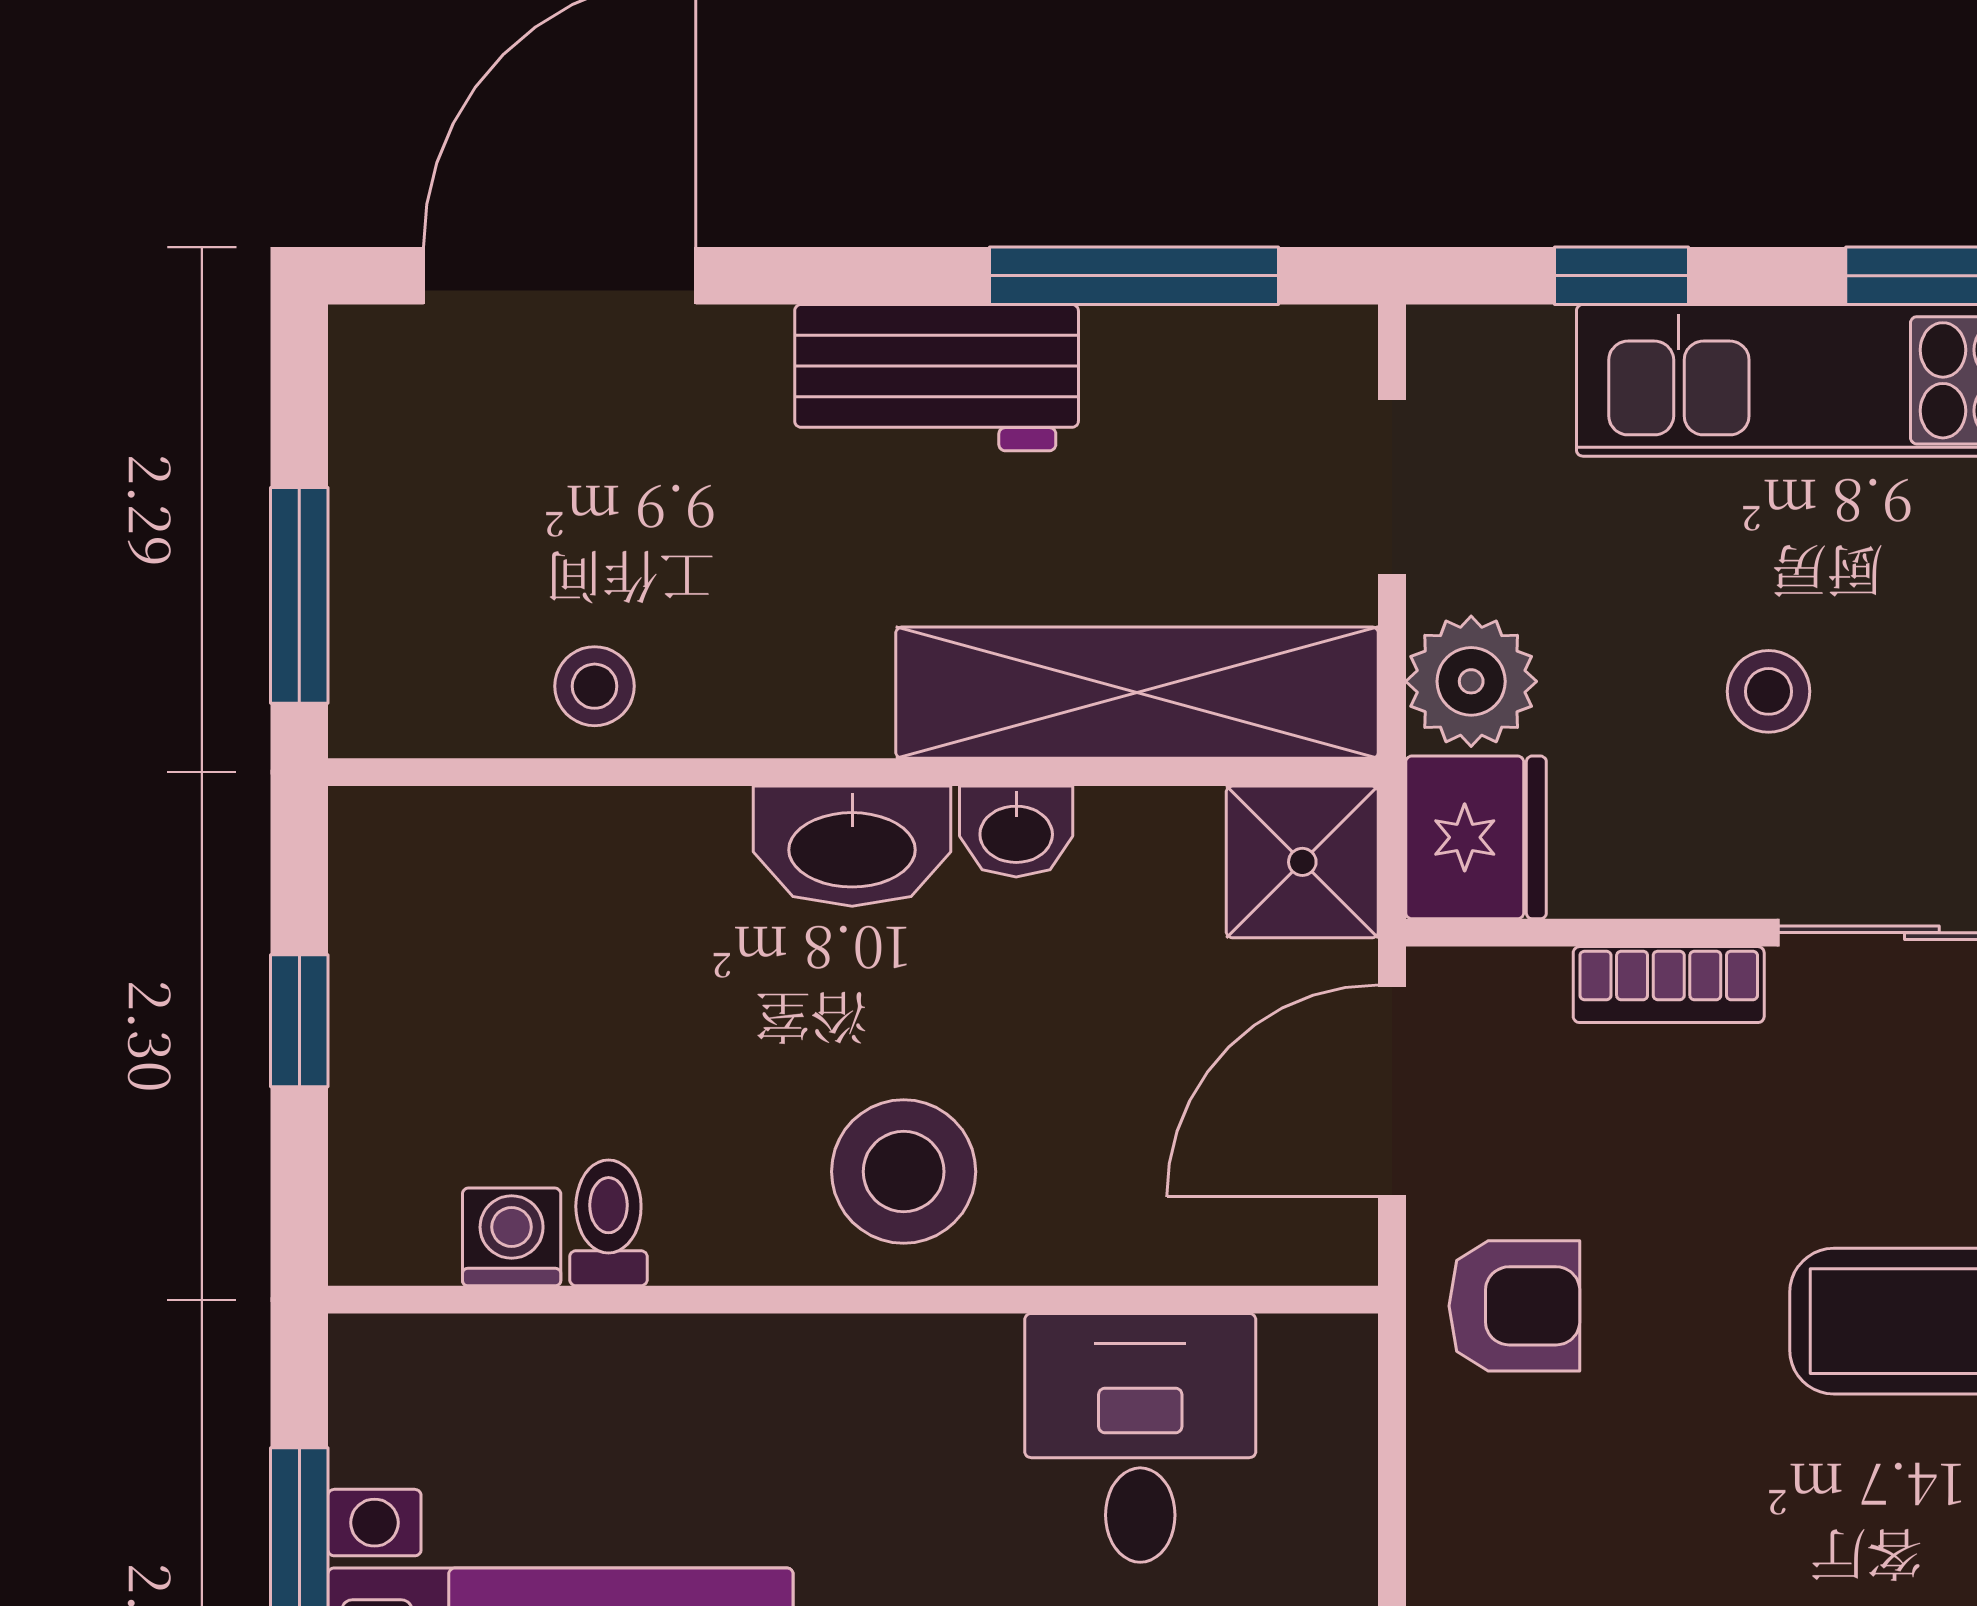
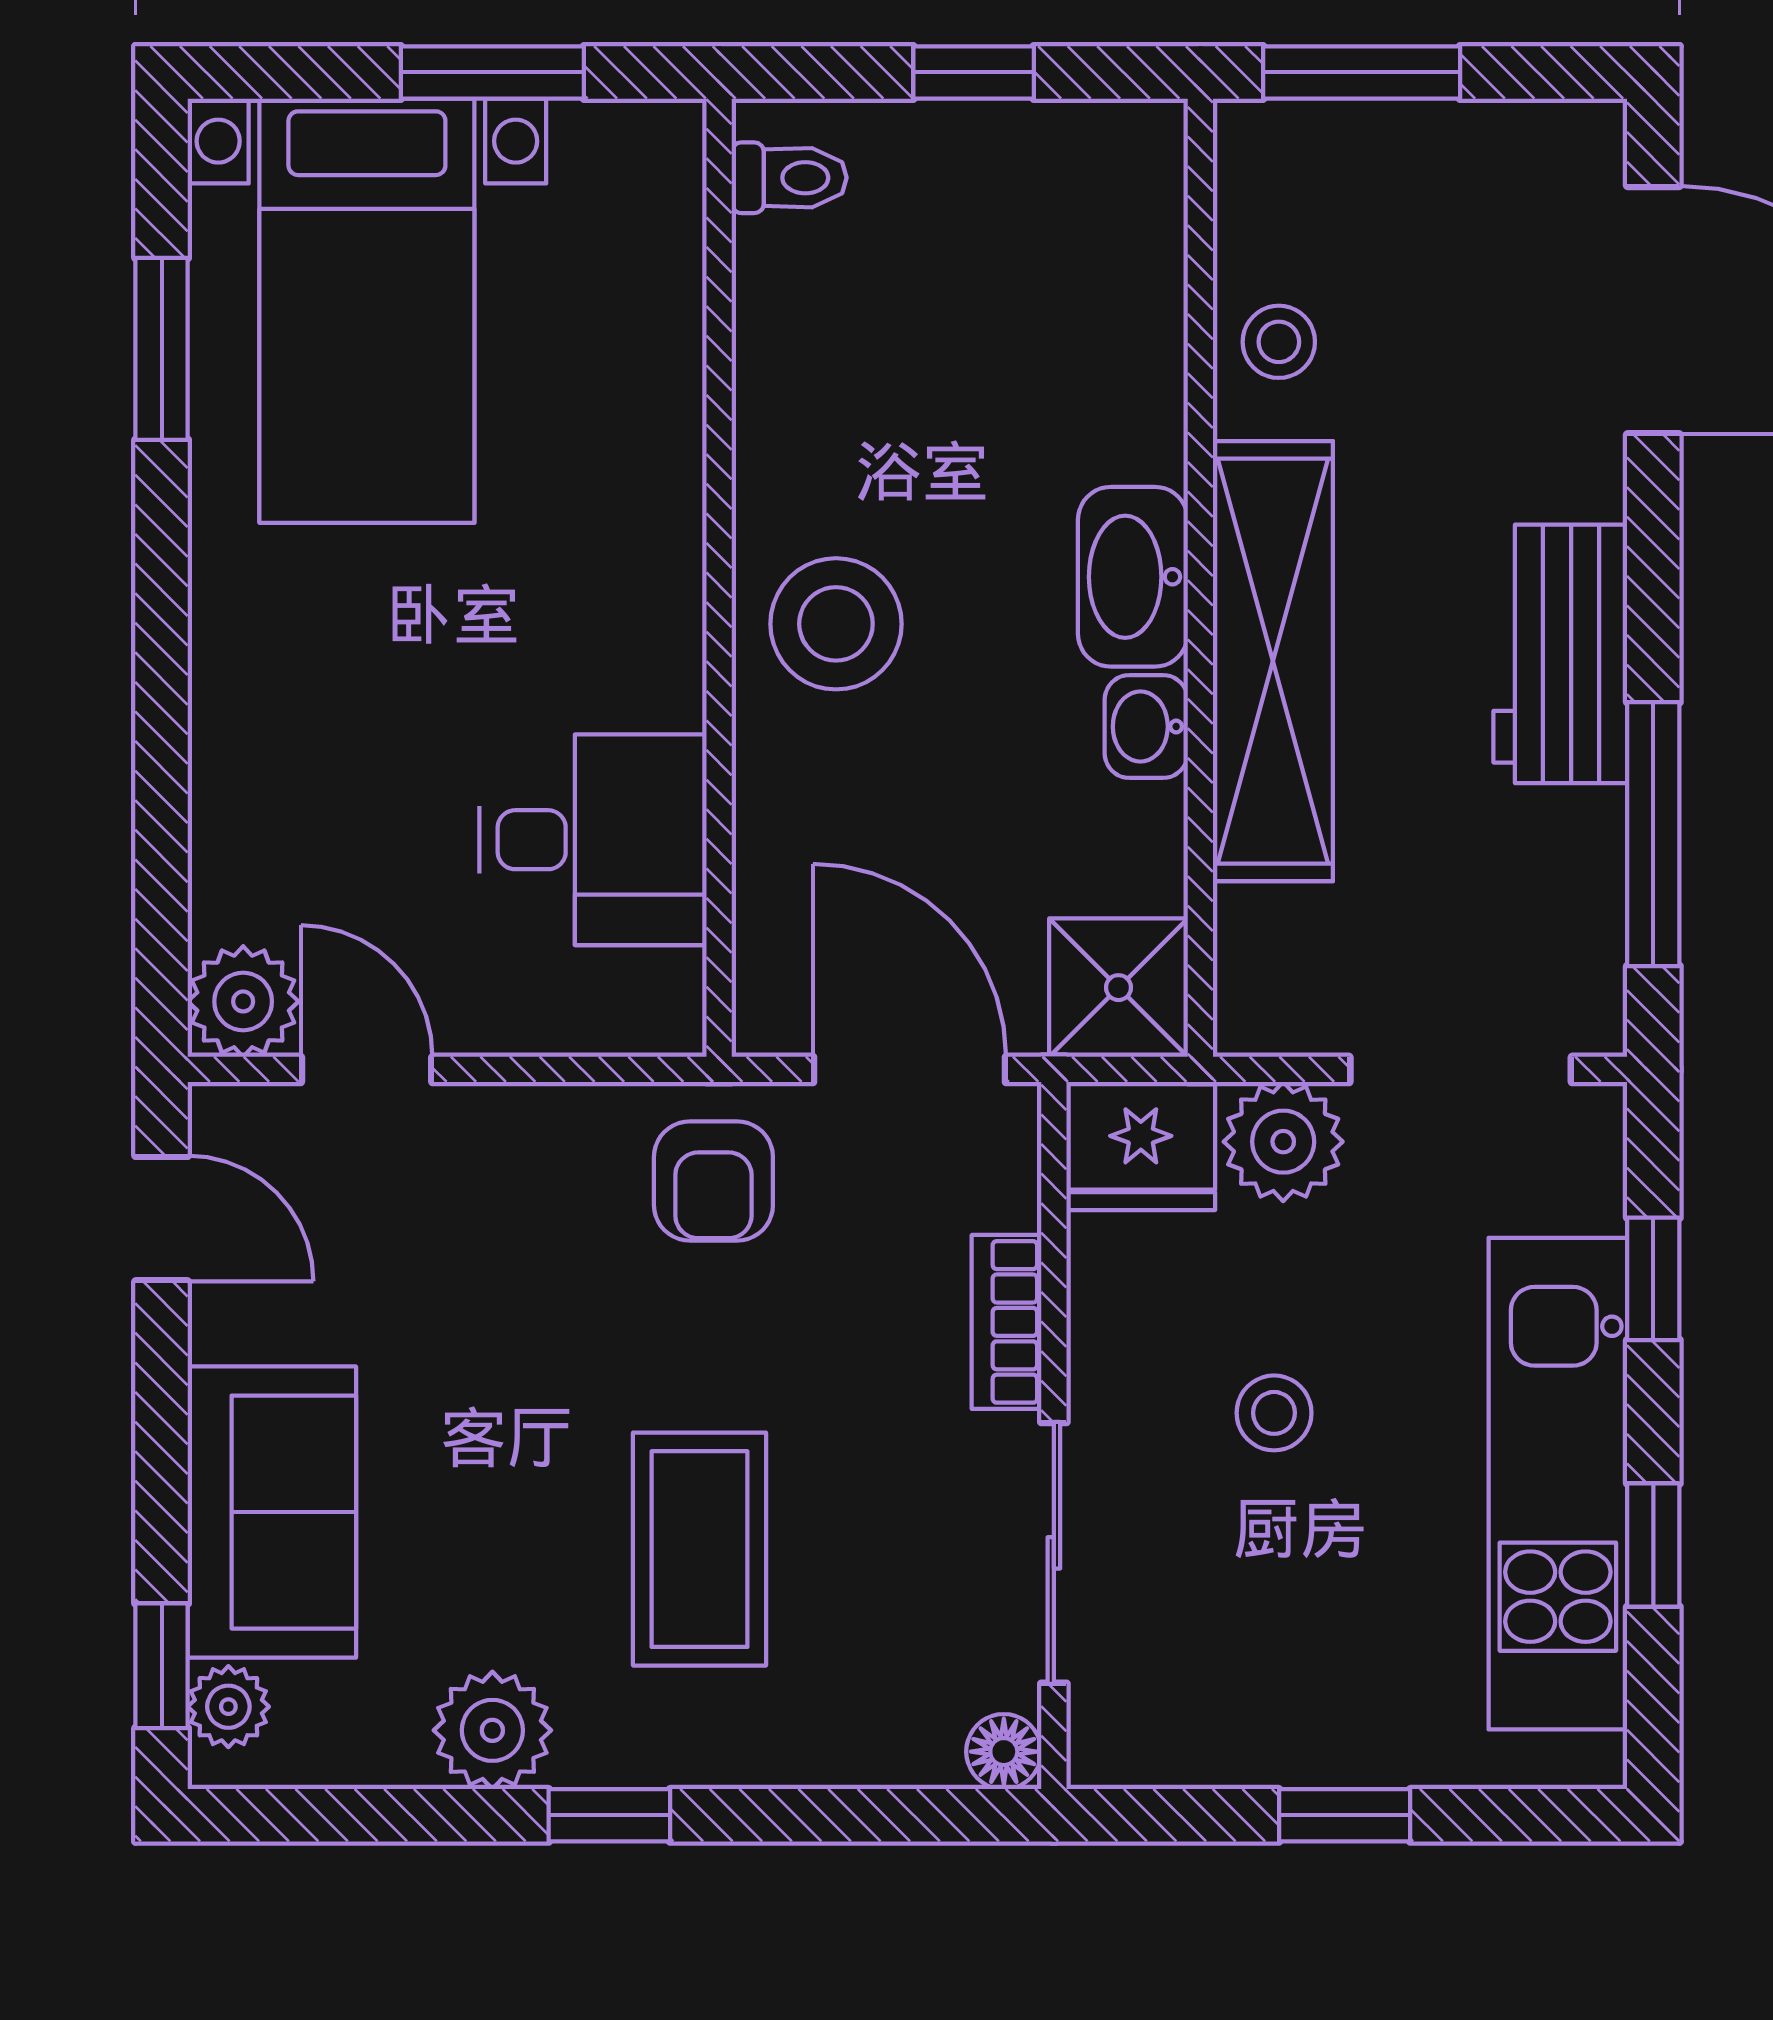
doorway: (1392, 487) -> (1461, 1069), width x1.38
shelving: (1137, 693) -> (1273, 661), moved
toilet: (608, 1223) -> (789, 178), moved
washing machine: (512, 1237) -> (776, 266), removed

